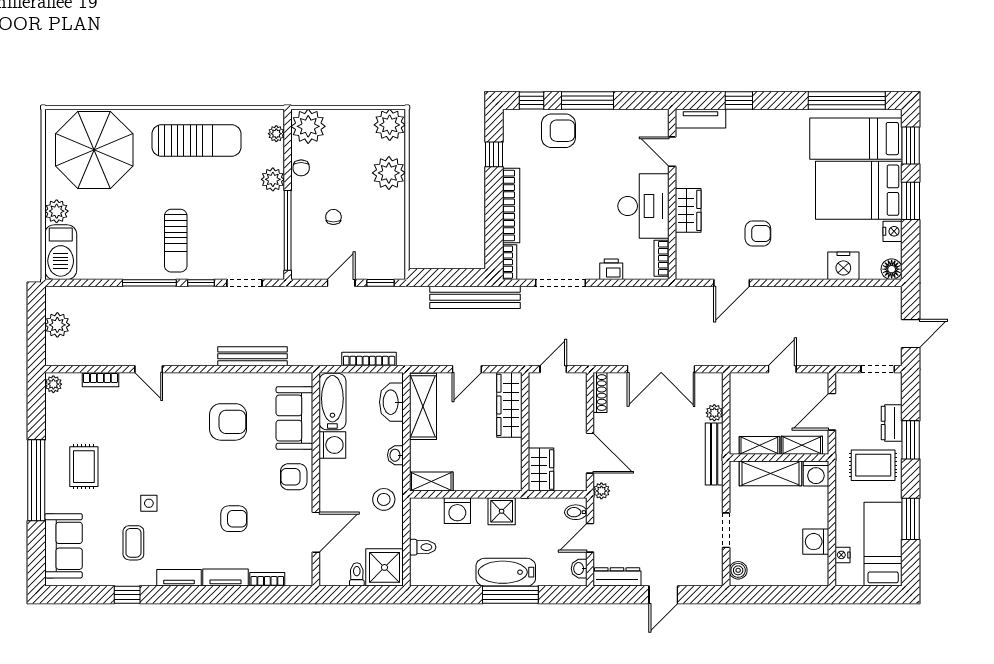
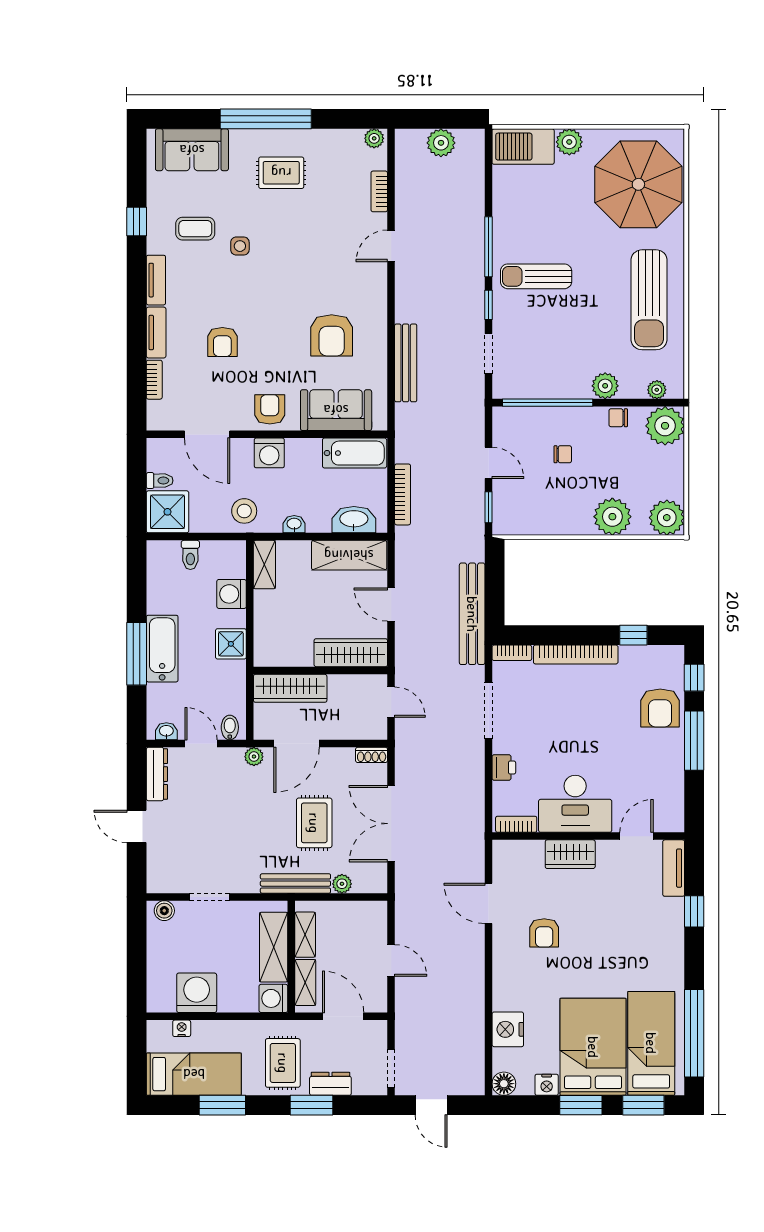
shoe rack: (600, 393) -> (372, 755), width x0.70
rug: (660, 437) -> (314, 823), added
washing machine: (332, 445) -> (269, 453), moved
wardrobe: (541, 469) -> (290, 688), width x1.50
washing machine: (816, 542) -> (197, 993), width x1.37, depth x1.37

